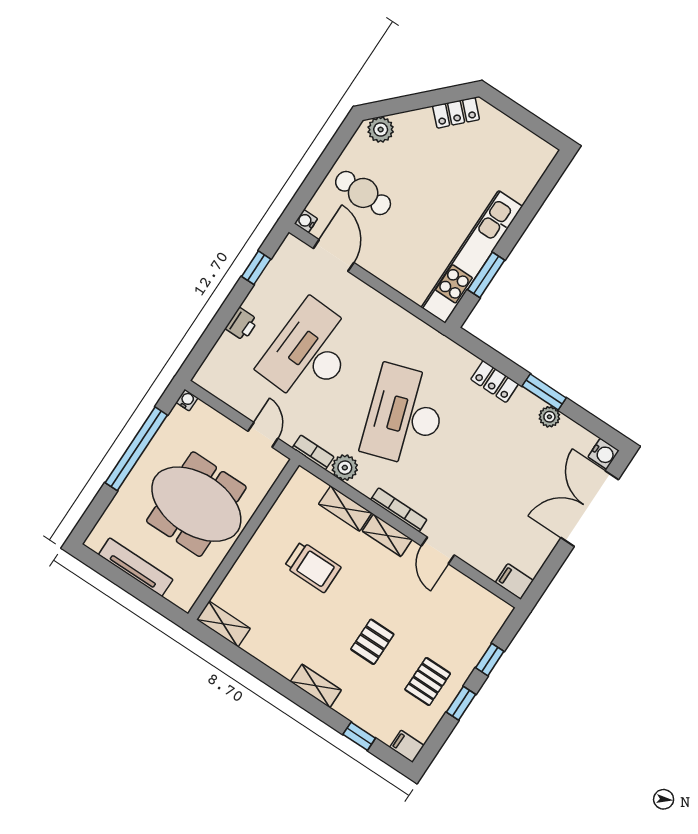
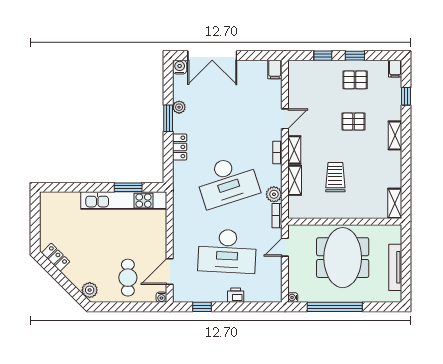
bookcase: (399, 510) -> (277, 153), width x0.64

